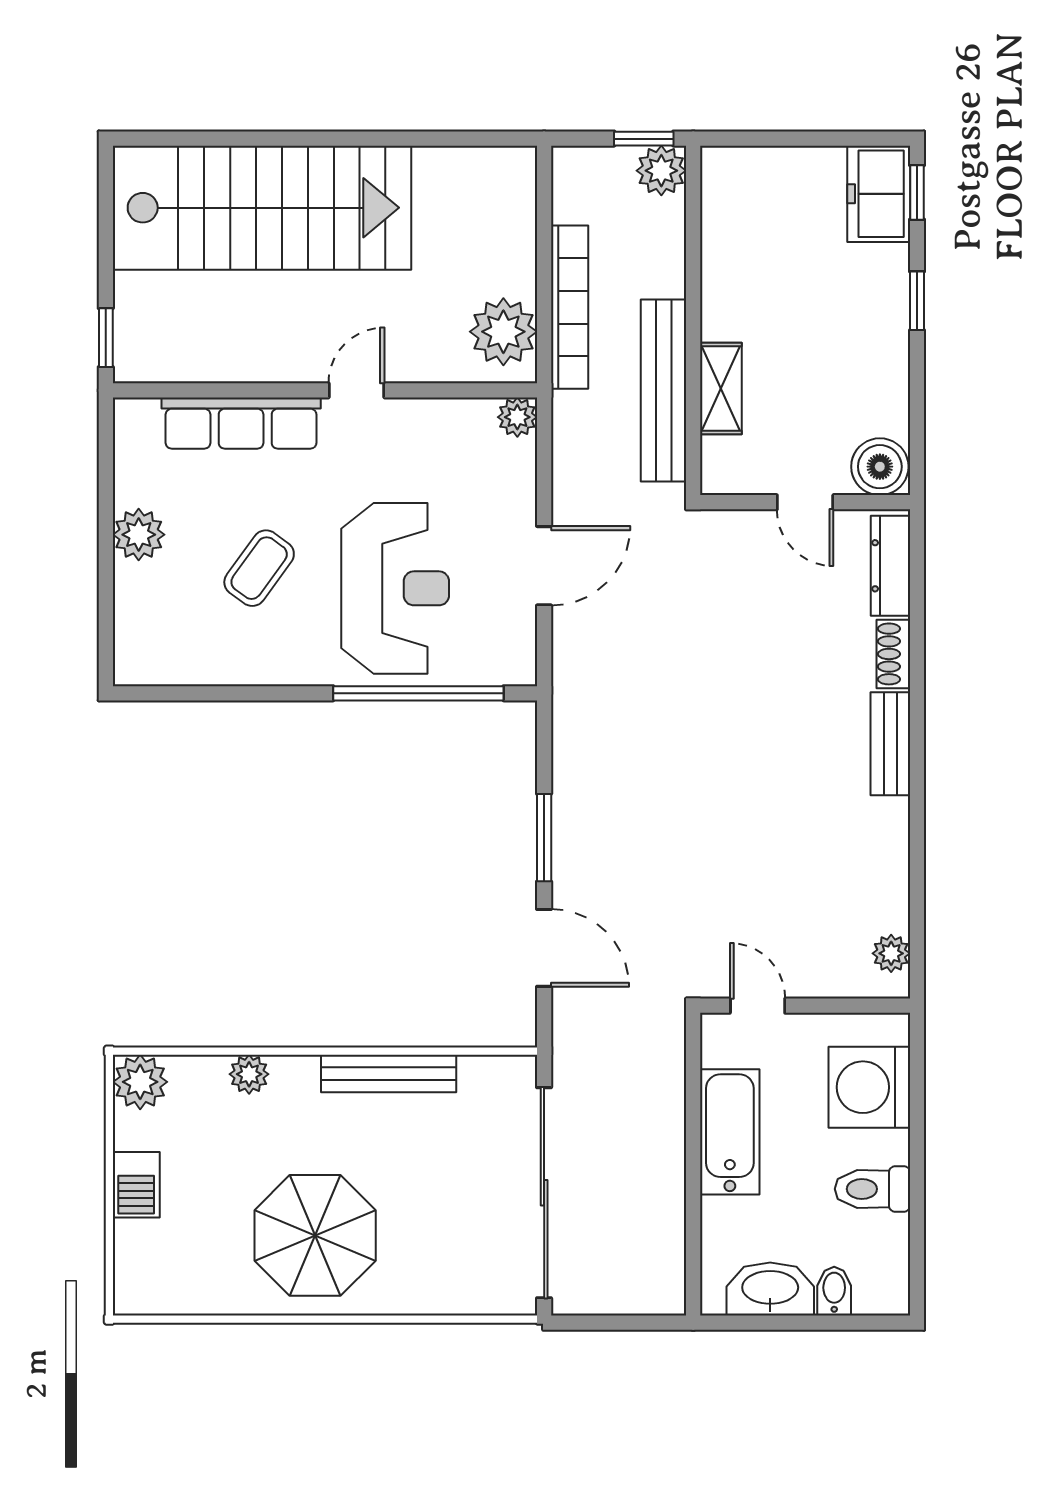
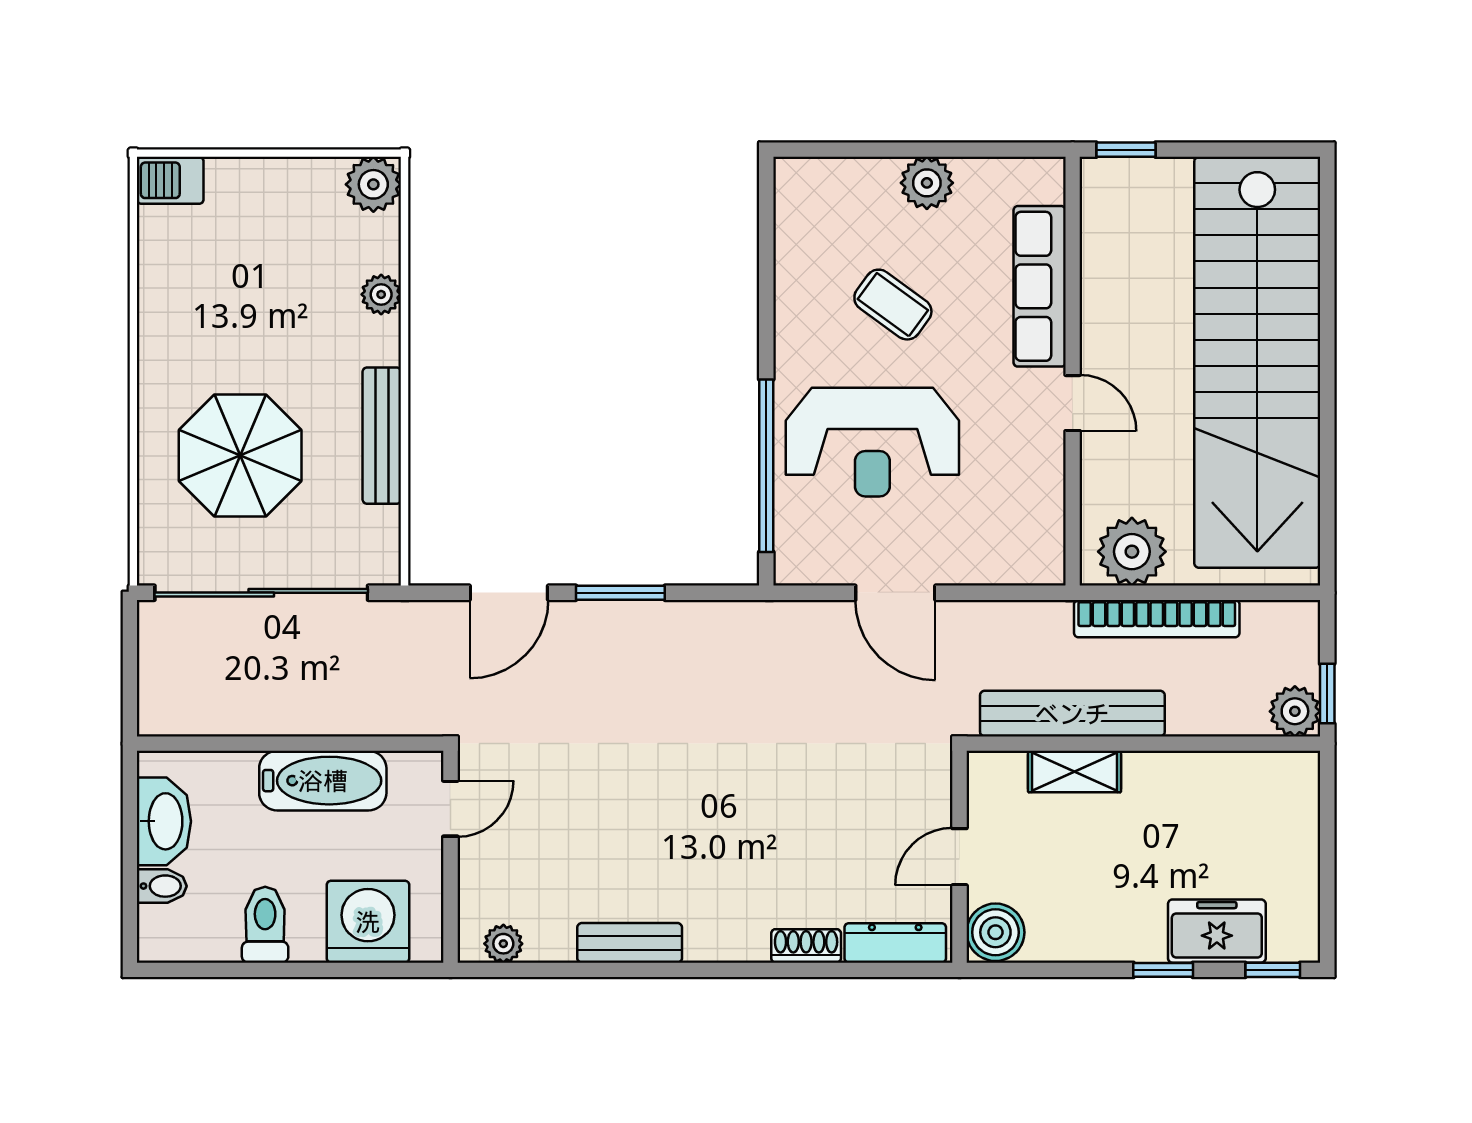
freezer: (879, 194) -> (1217, 931), moved
stairs: (262, 208) -> (1257, 362), width x1.36
plant: (517, 417) -> (1046, 566), removed
bench: (890, 744) -> (630, 943), moved
barbecue: (136, 1185) -> (170, 180), moved
parasol: (315, 1235) -> (240, 455), moved

